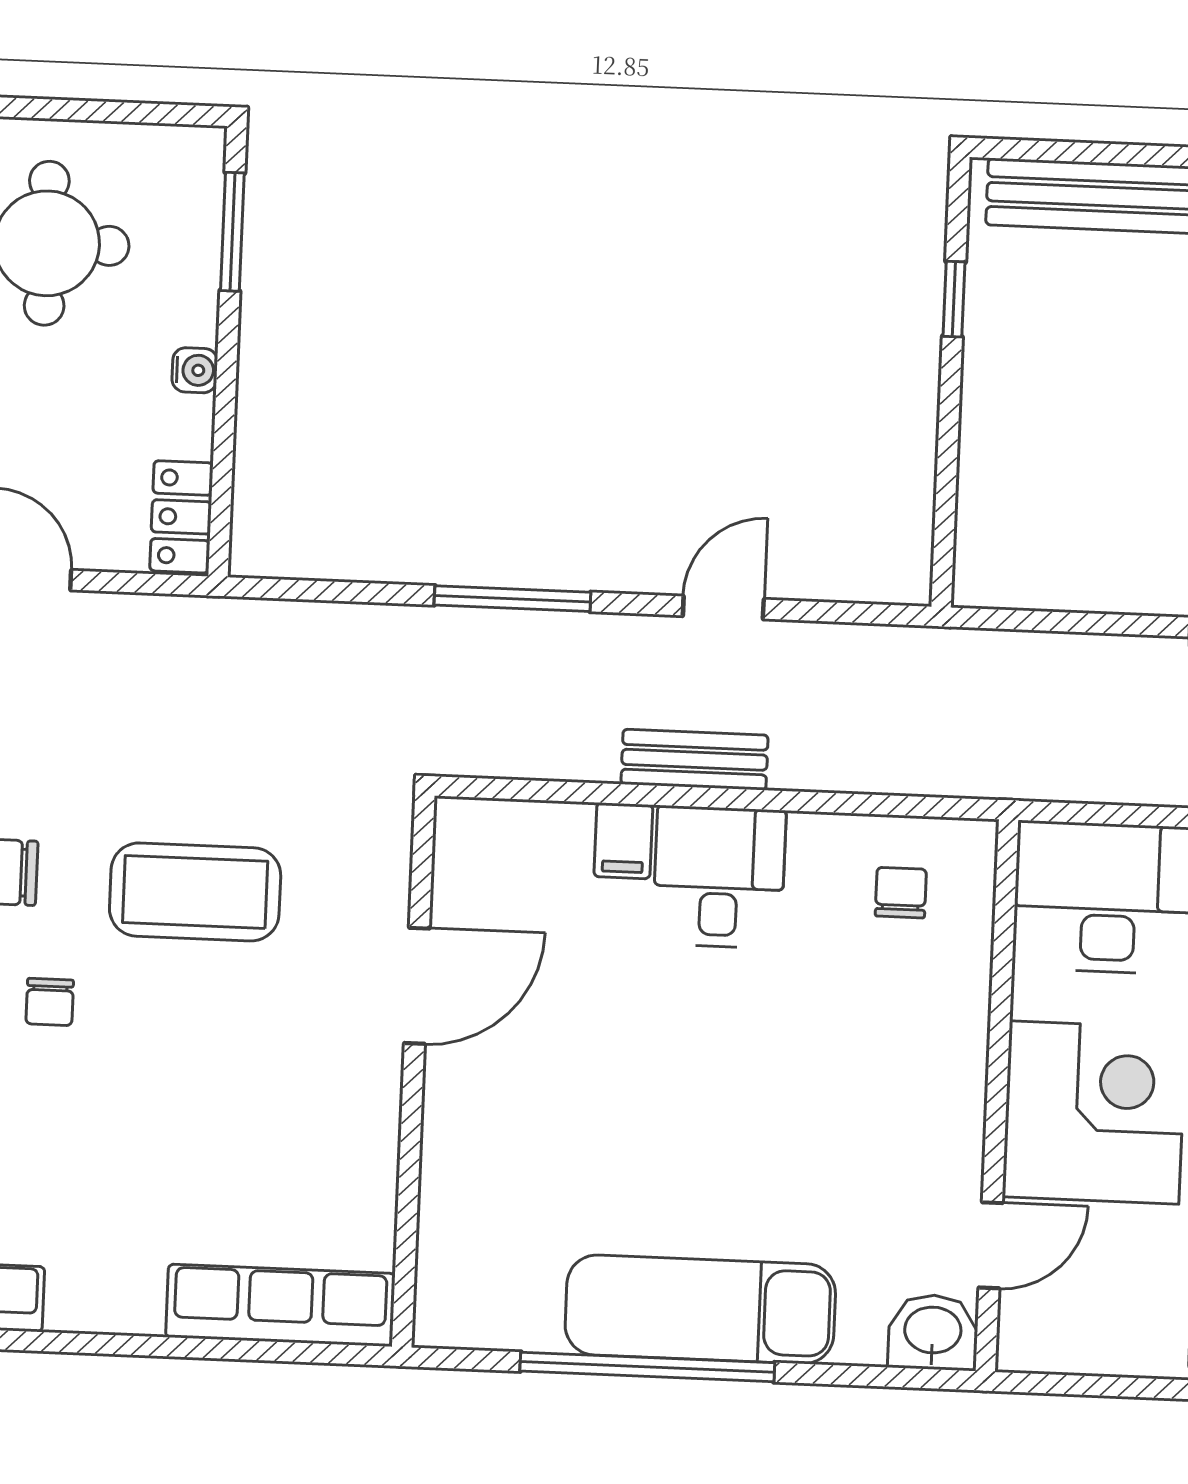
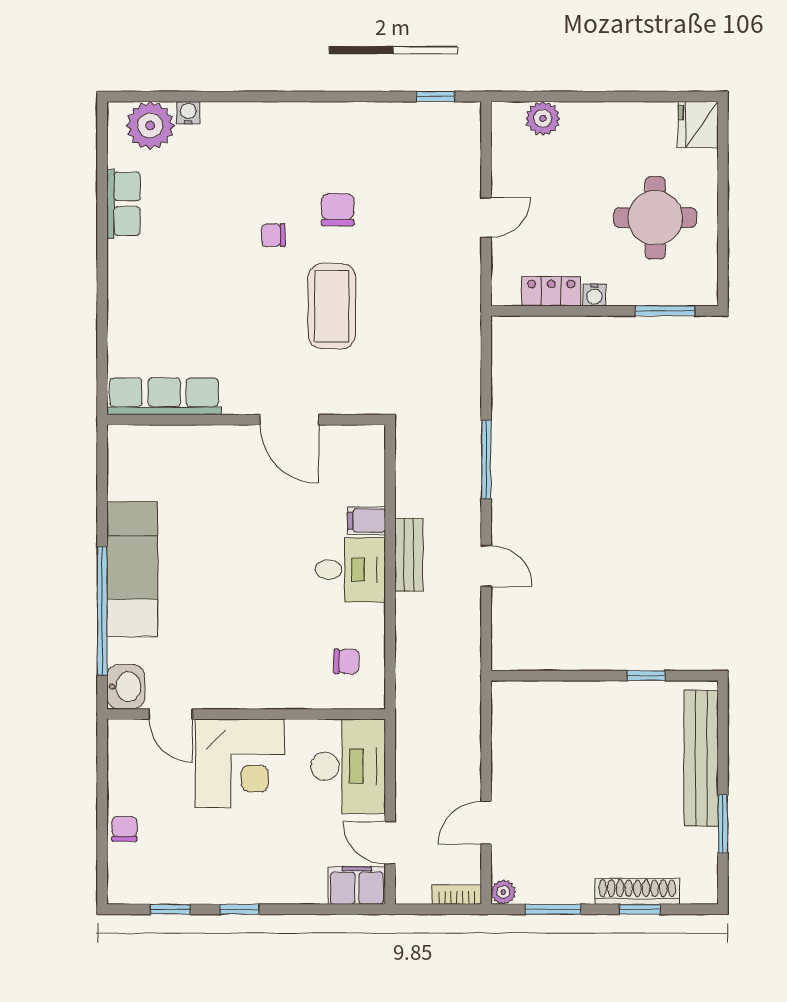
locker: (181, 517) -> (551, 291), moved
row of seats: (280, 1305) -> (164, 396), moved, turned -90
window: (647, 1367) -> (102, 611), moved

